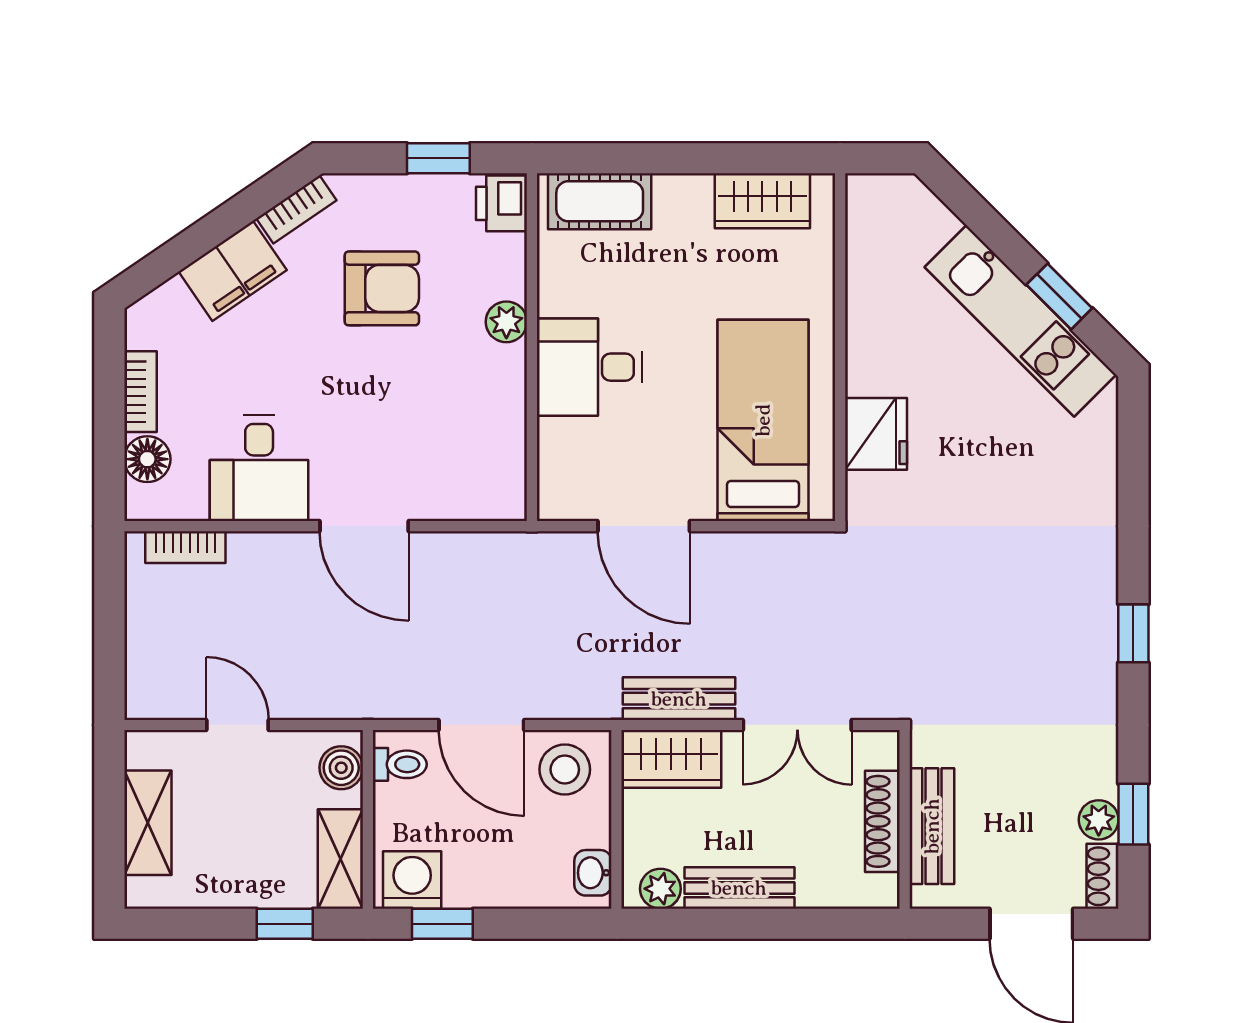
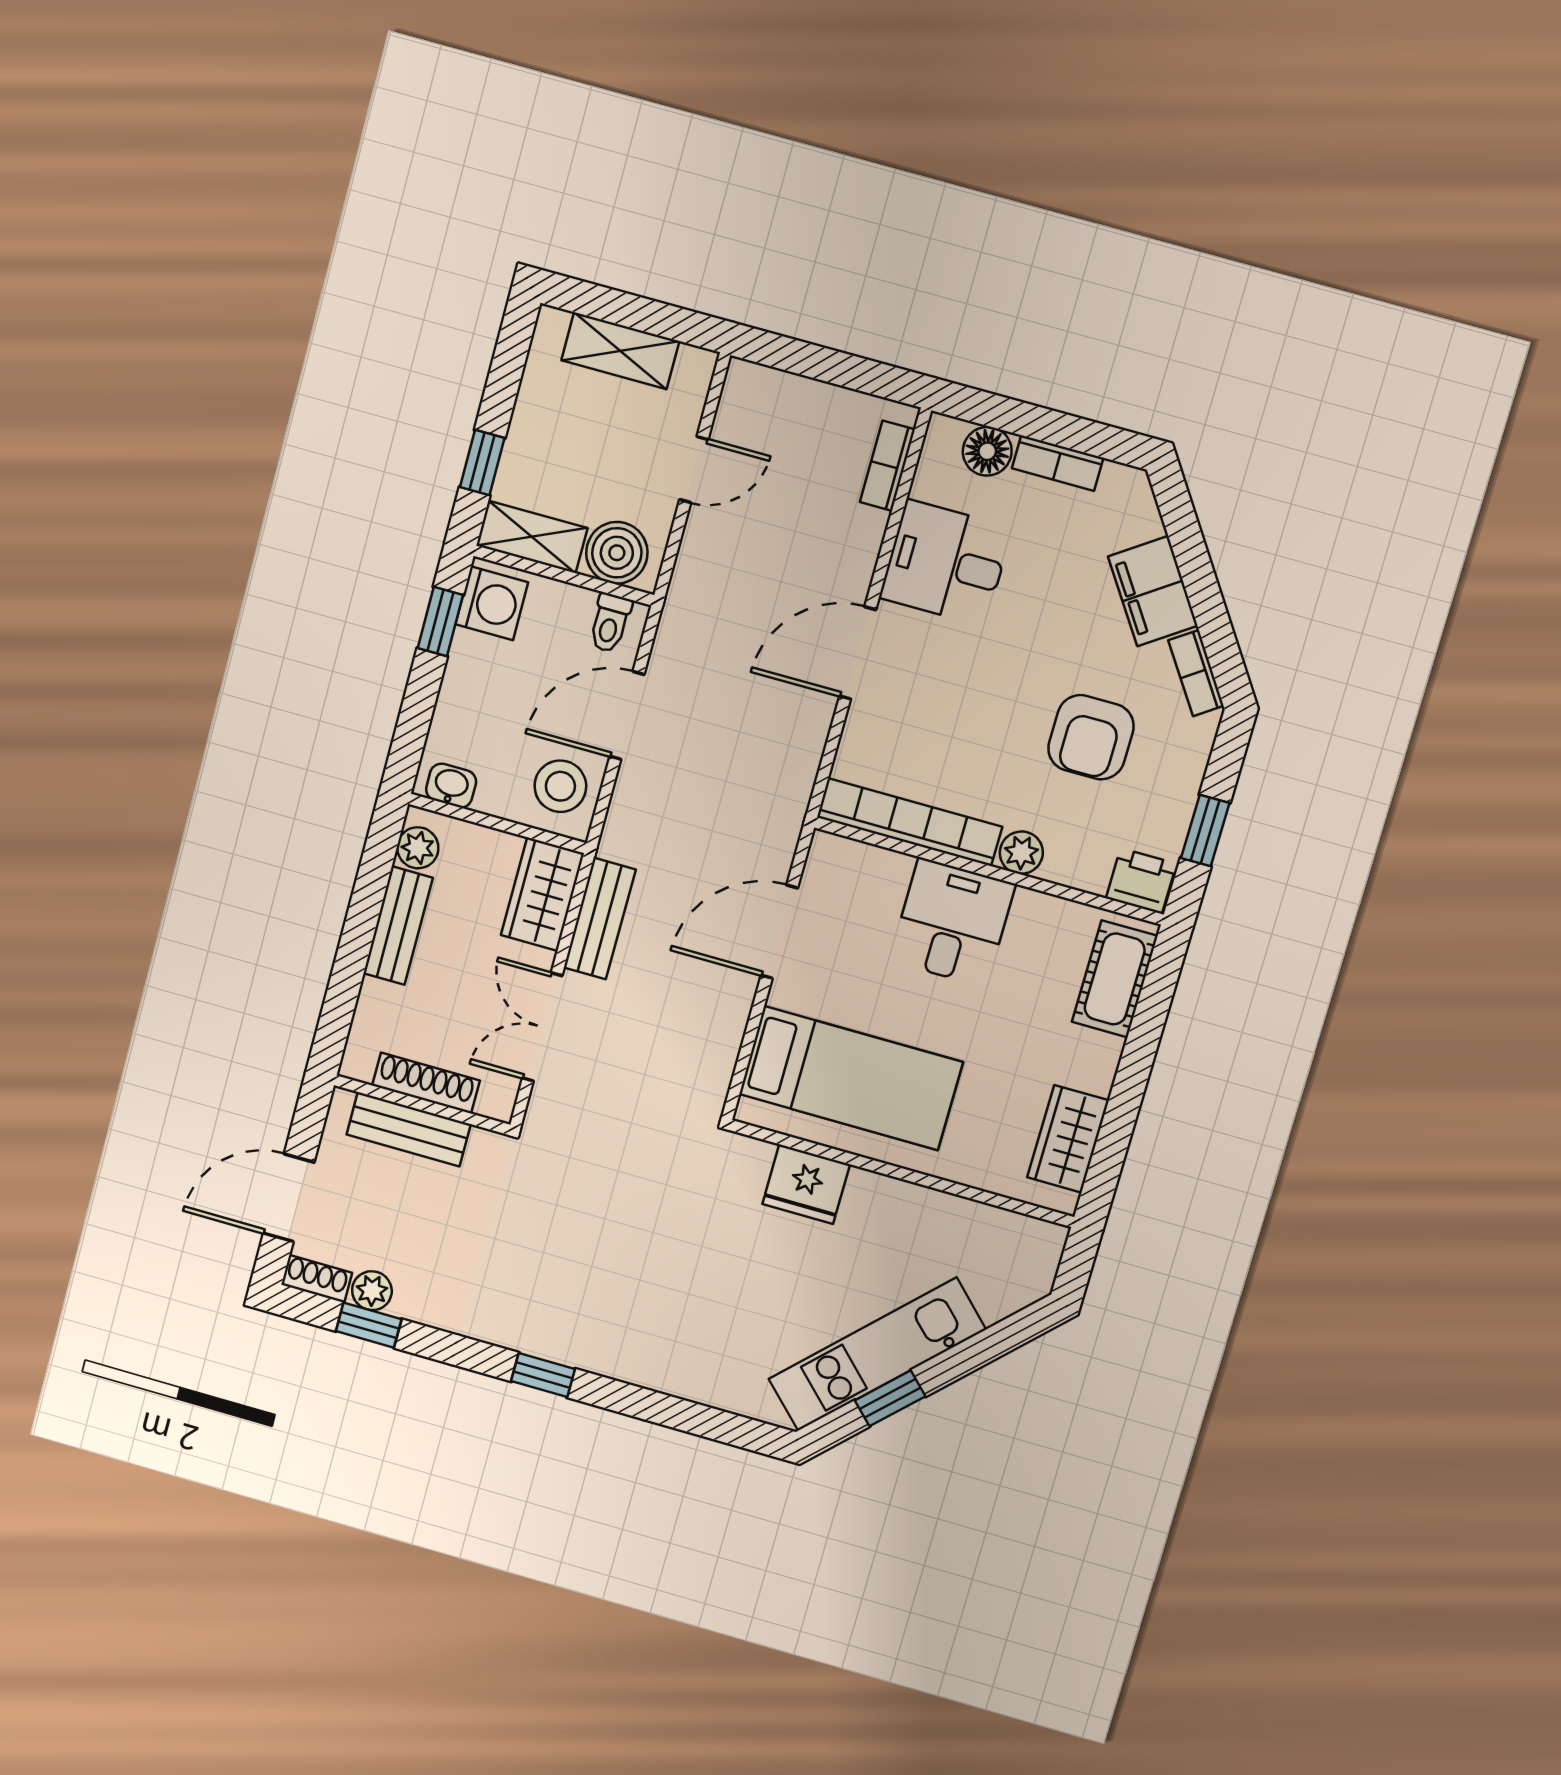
bookcase: (507, 434) -> (909, 822), added
boiler: (341, 768) -> (617, 553), width x1.36, depth x1.36

